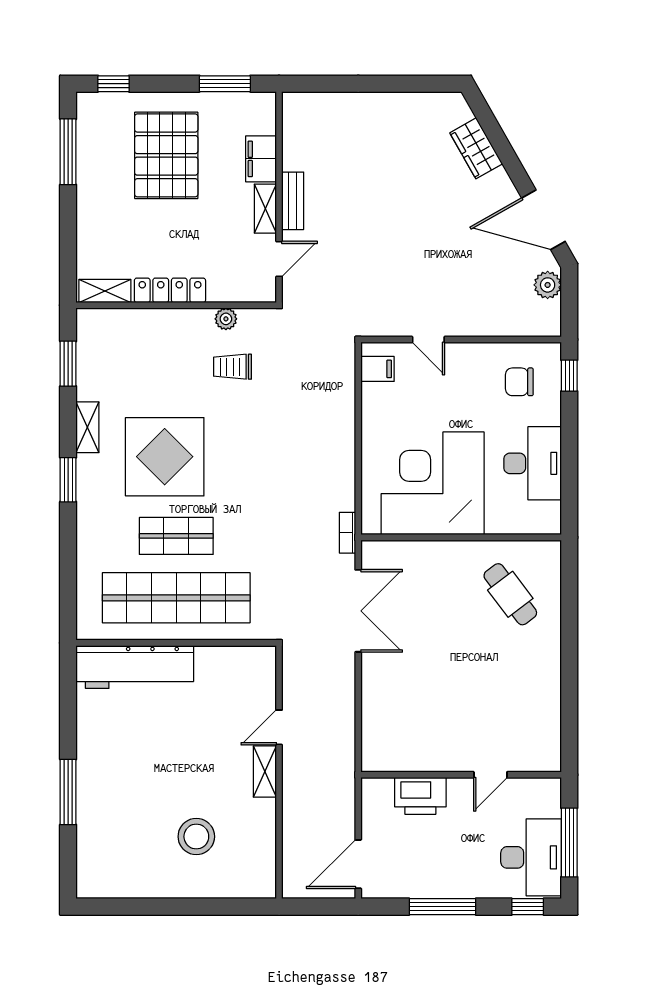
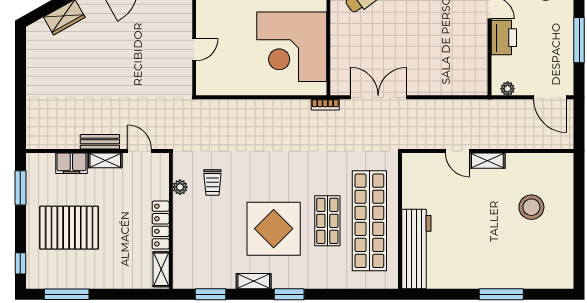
filing cabinet: (377, 369) -> (214, 84), removed
printer: (420, 796) -> (504, 38), moved
plant: (371, 801) -> (508, 89), added

